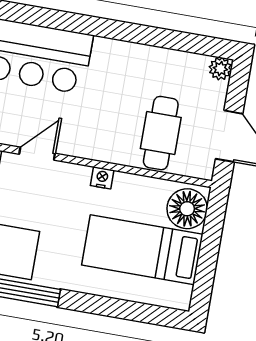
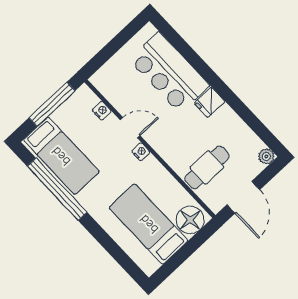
fridge: (107, 55) -> (210, 102), added
nightstand: (102, 178) -> (141, 152), moved

